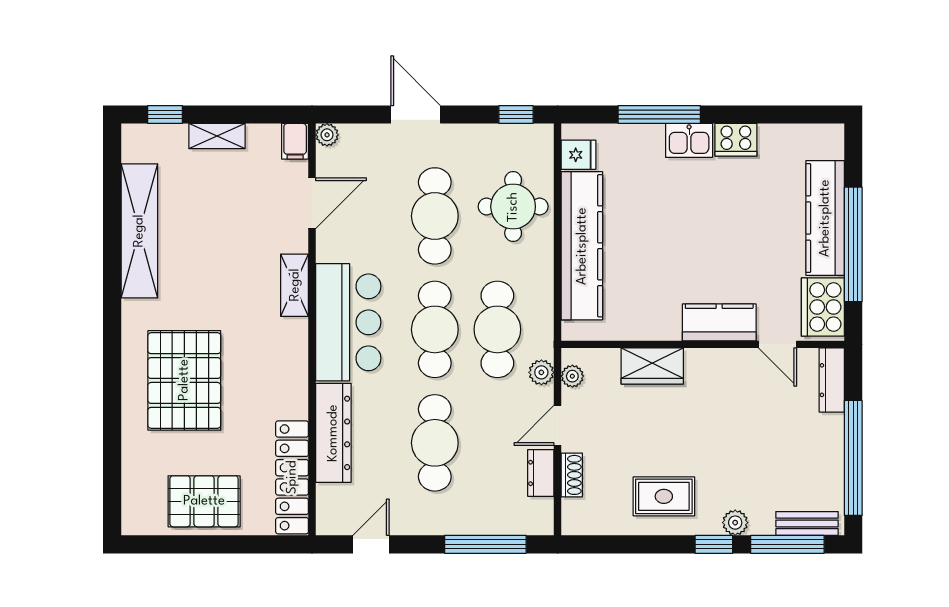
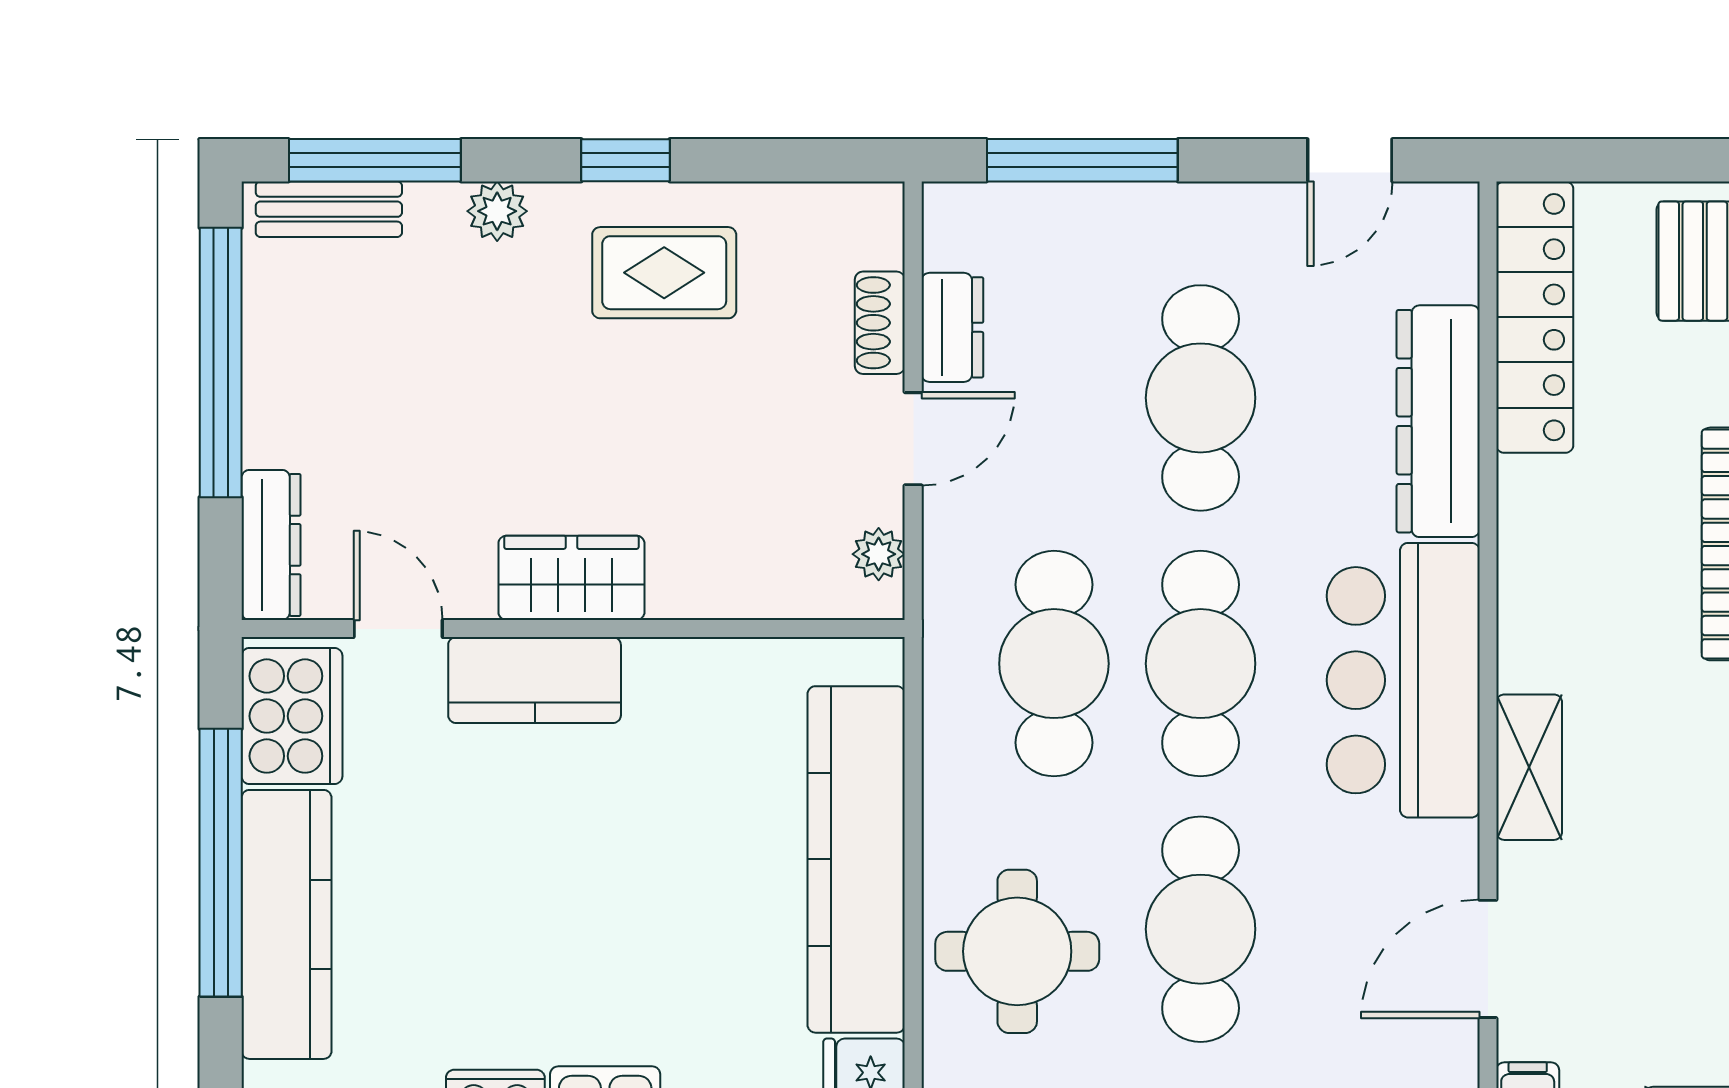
wardrobe: (652, 366) -> (571, 578), moved
plant: (541, 372) -> (951, 563), removed
window: (714, 544) -> (625, 160), moved

